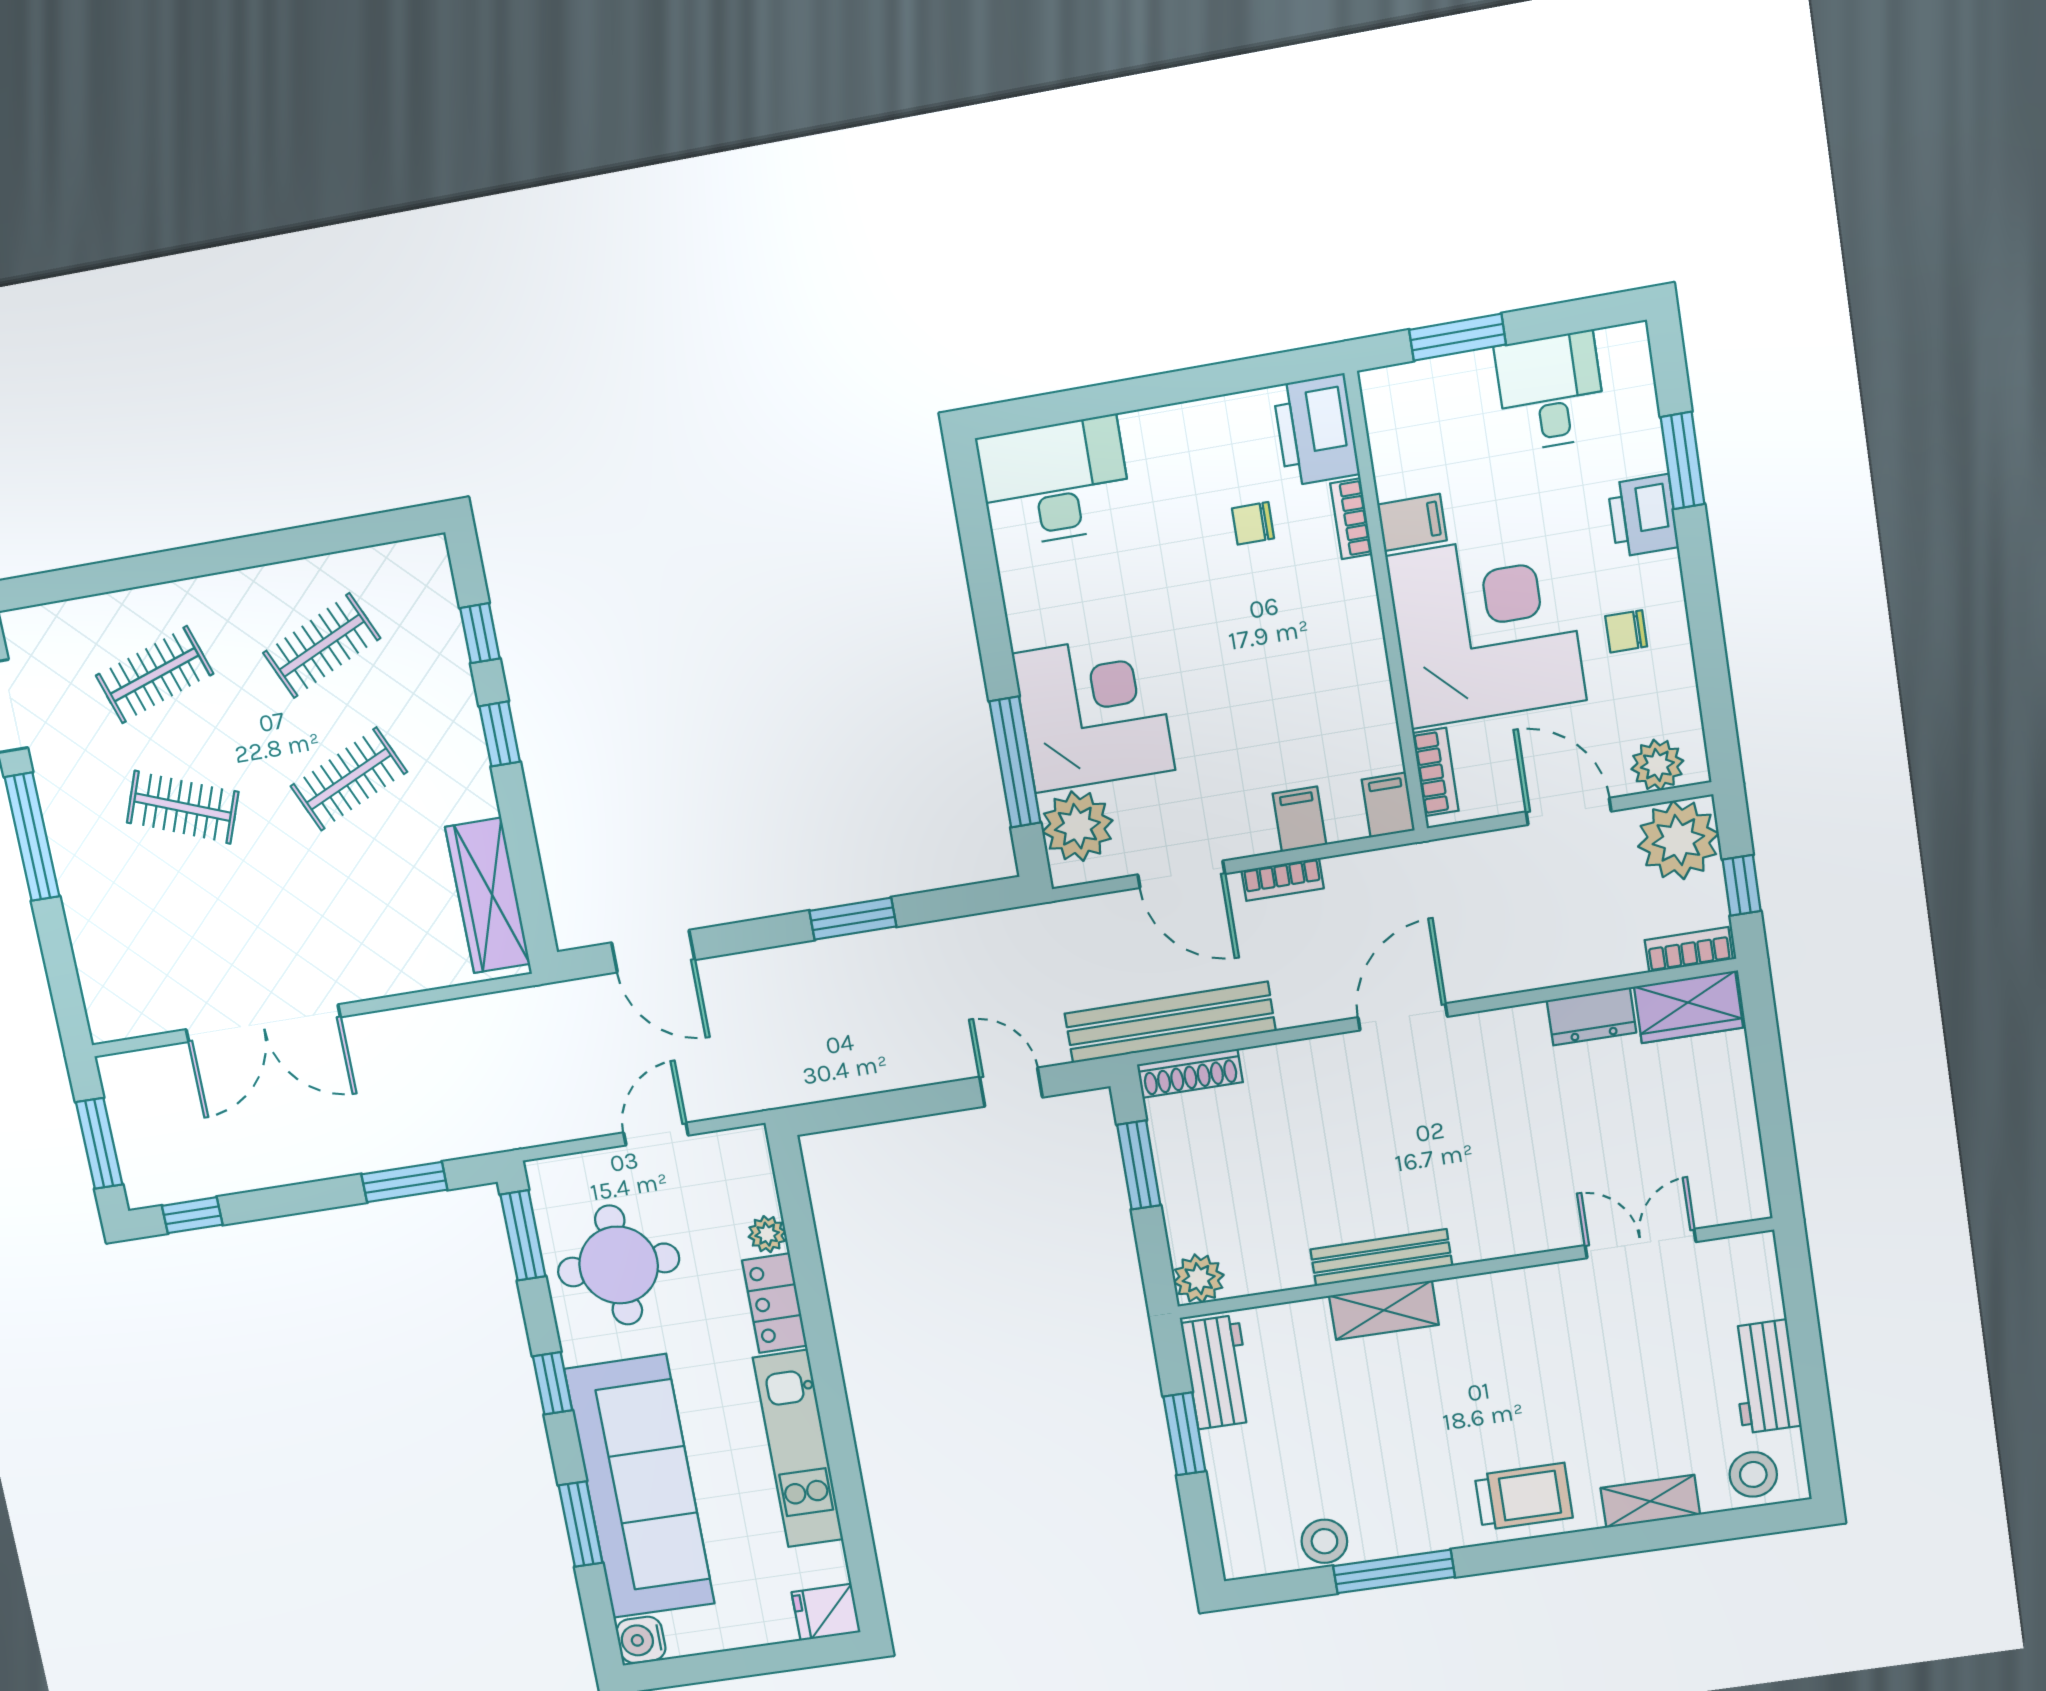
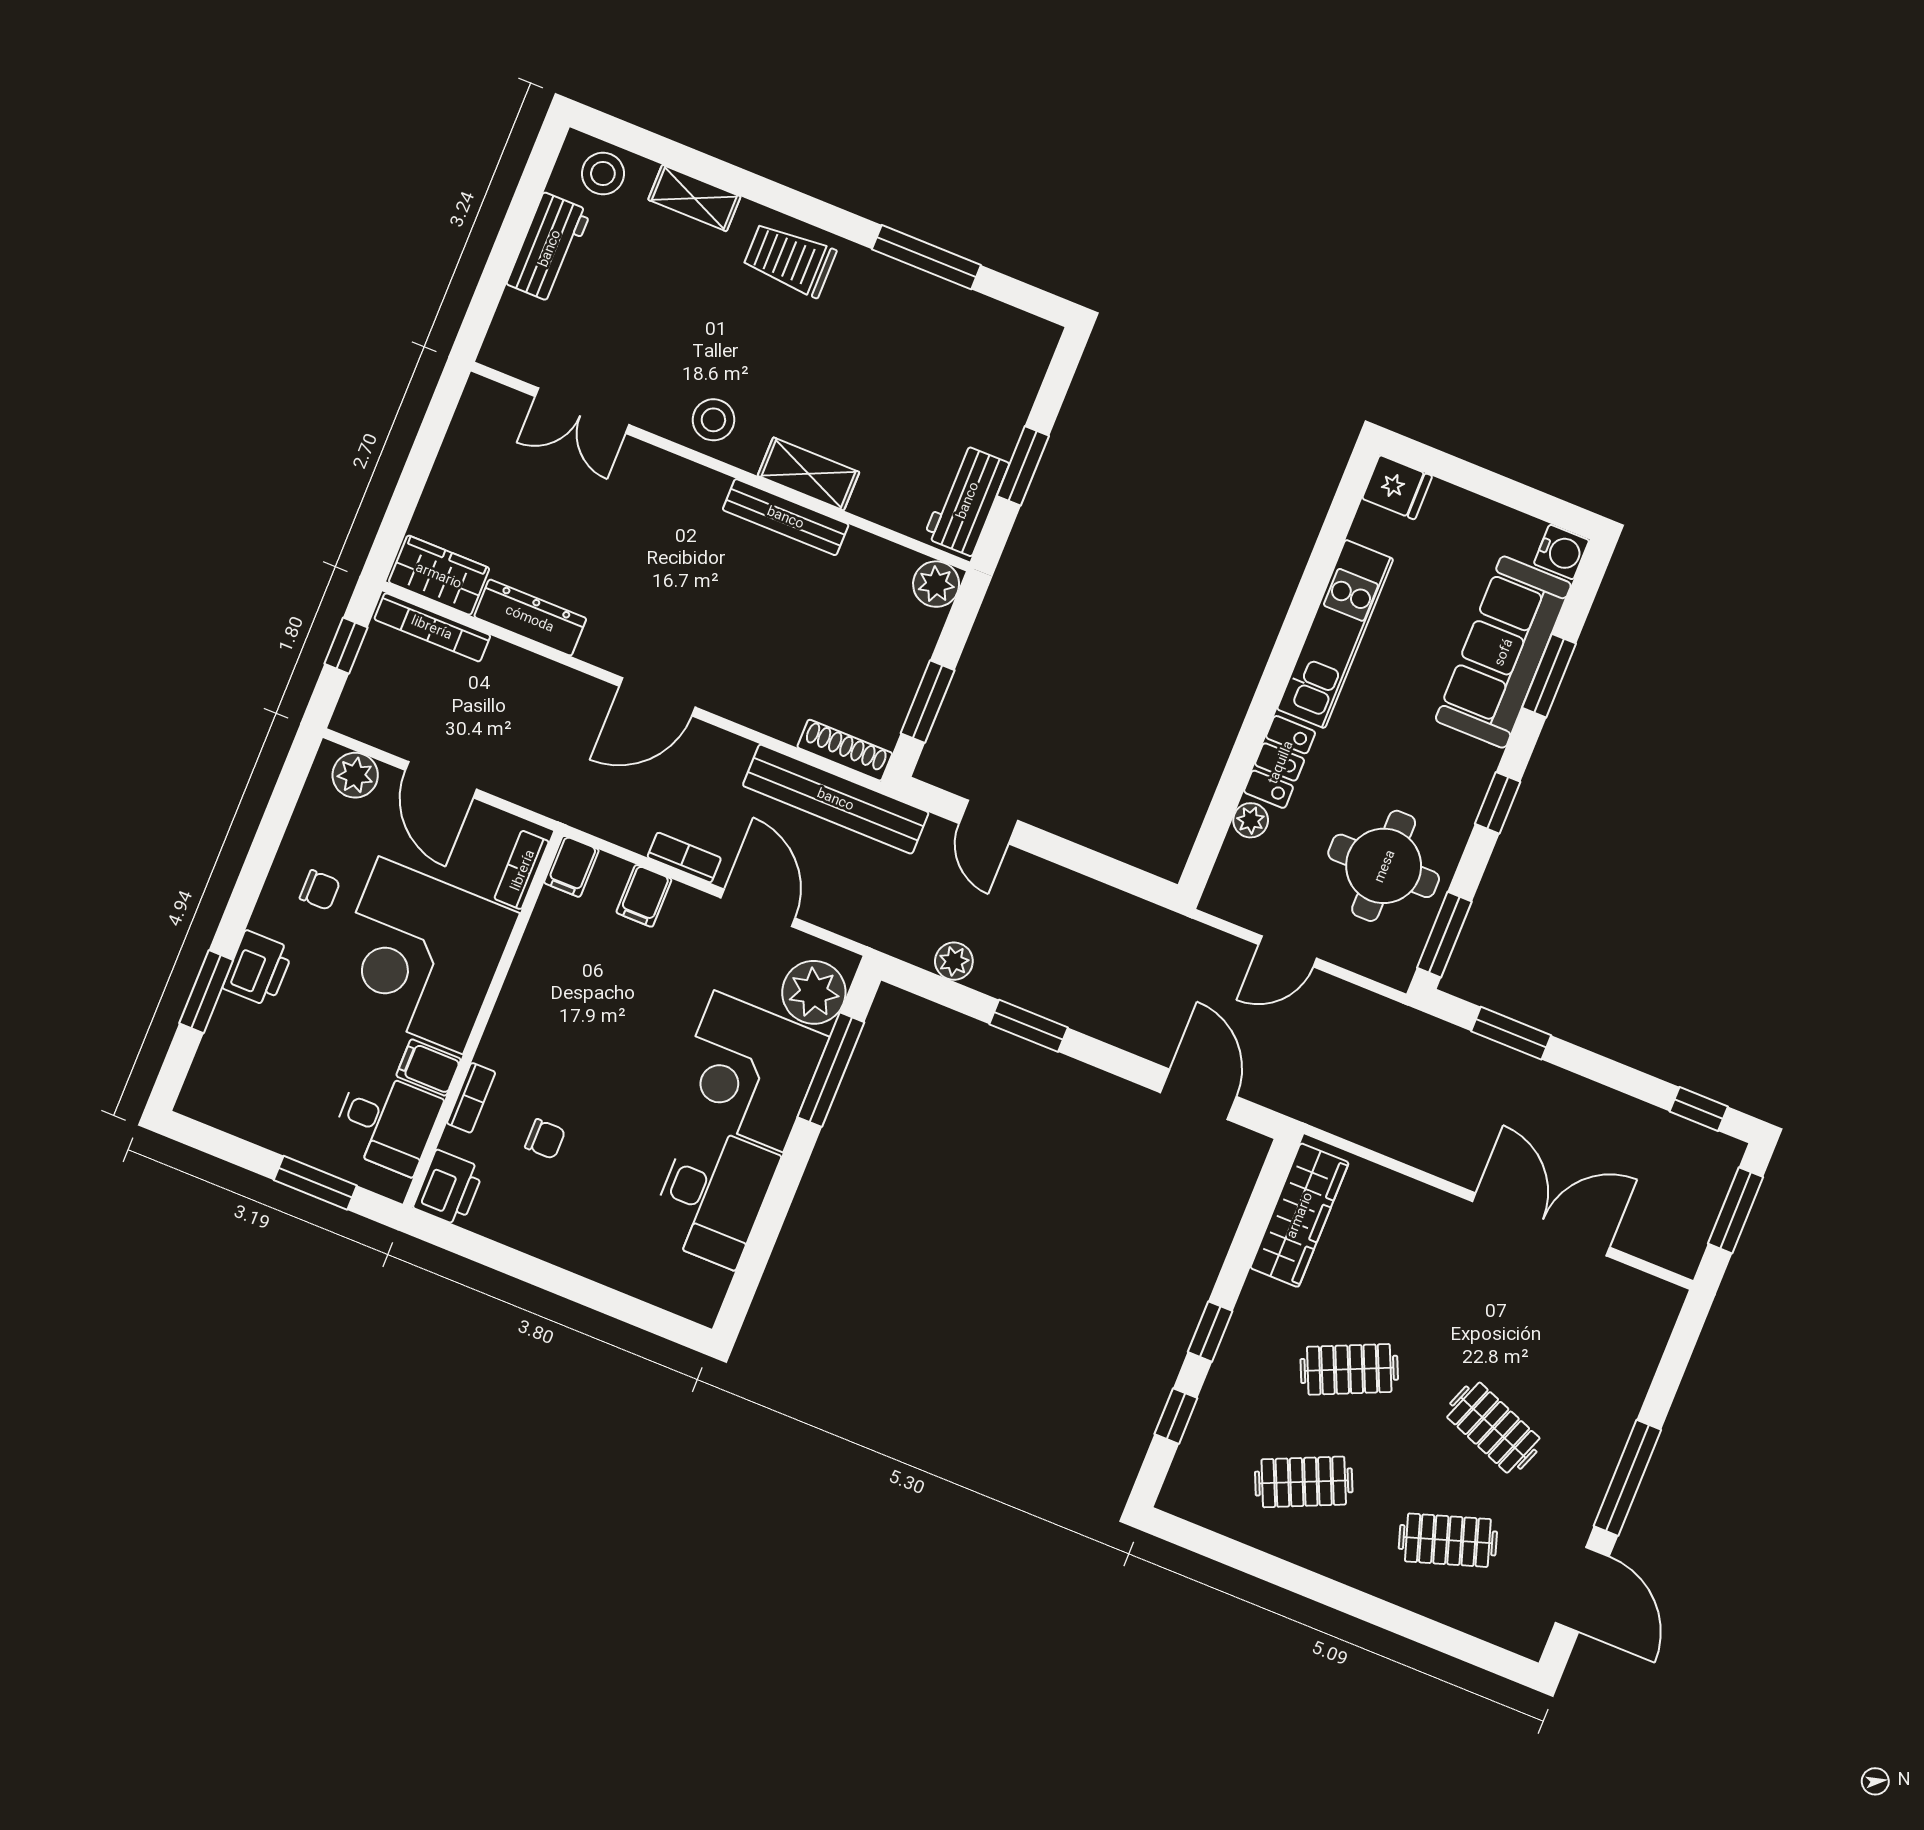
desk: (1551, 391) -> (386, 1122), moved, turned -90
printer: (1316, 430) -> (449, 1188), width x0.73, depth x0.84
desk: (1055, 482) -> (713, 1195), moved, turned -90
plant: (1678, 840) -> (954, 961), moved, width x0.53, depth x0.53
bookcase: (1689, 950) -> (432, 627), width x1.56
dresser: (1591, 1016) -> (530, 618), width x1.44
sofa: (640, 1487) -> (1503, 652), width x0.74, depth x0.79
stool: (1324, 1541) -> (713, 420), moved

